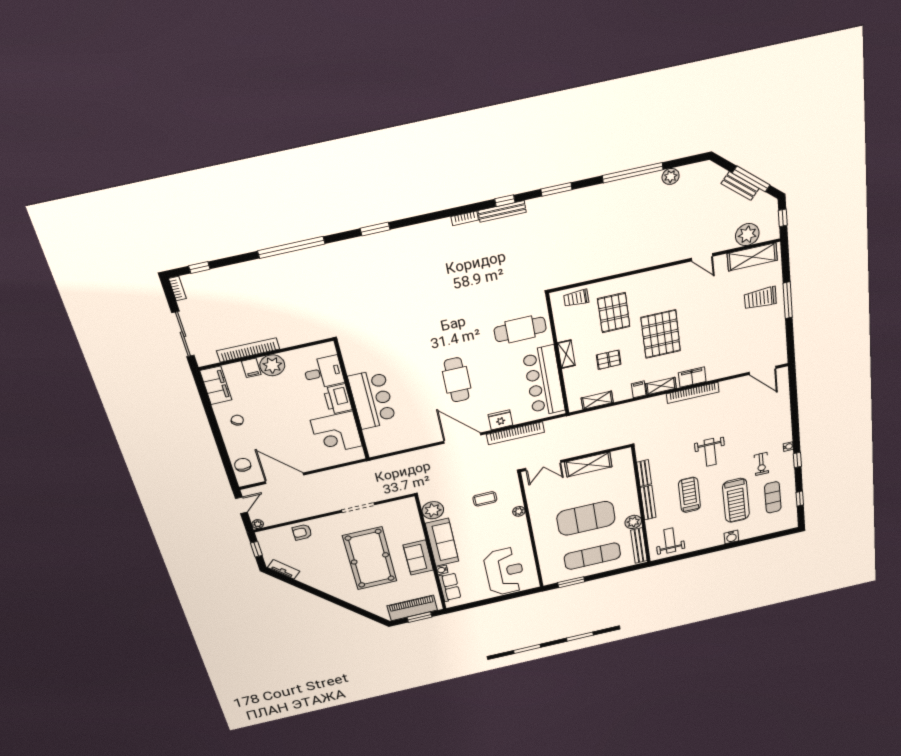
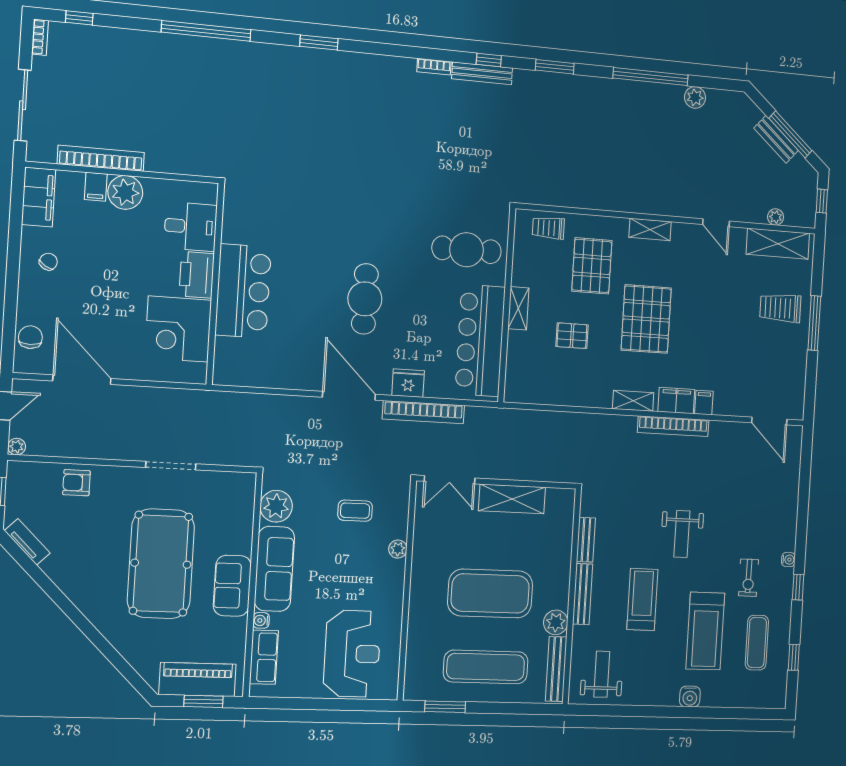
plant: (747, 235) -> (776, 217), width x0.53, depth x0.53
filing cabinet: (639, 389) -> (704, 403), moved
shelving: (597, 400) -> (650, 229), moved

